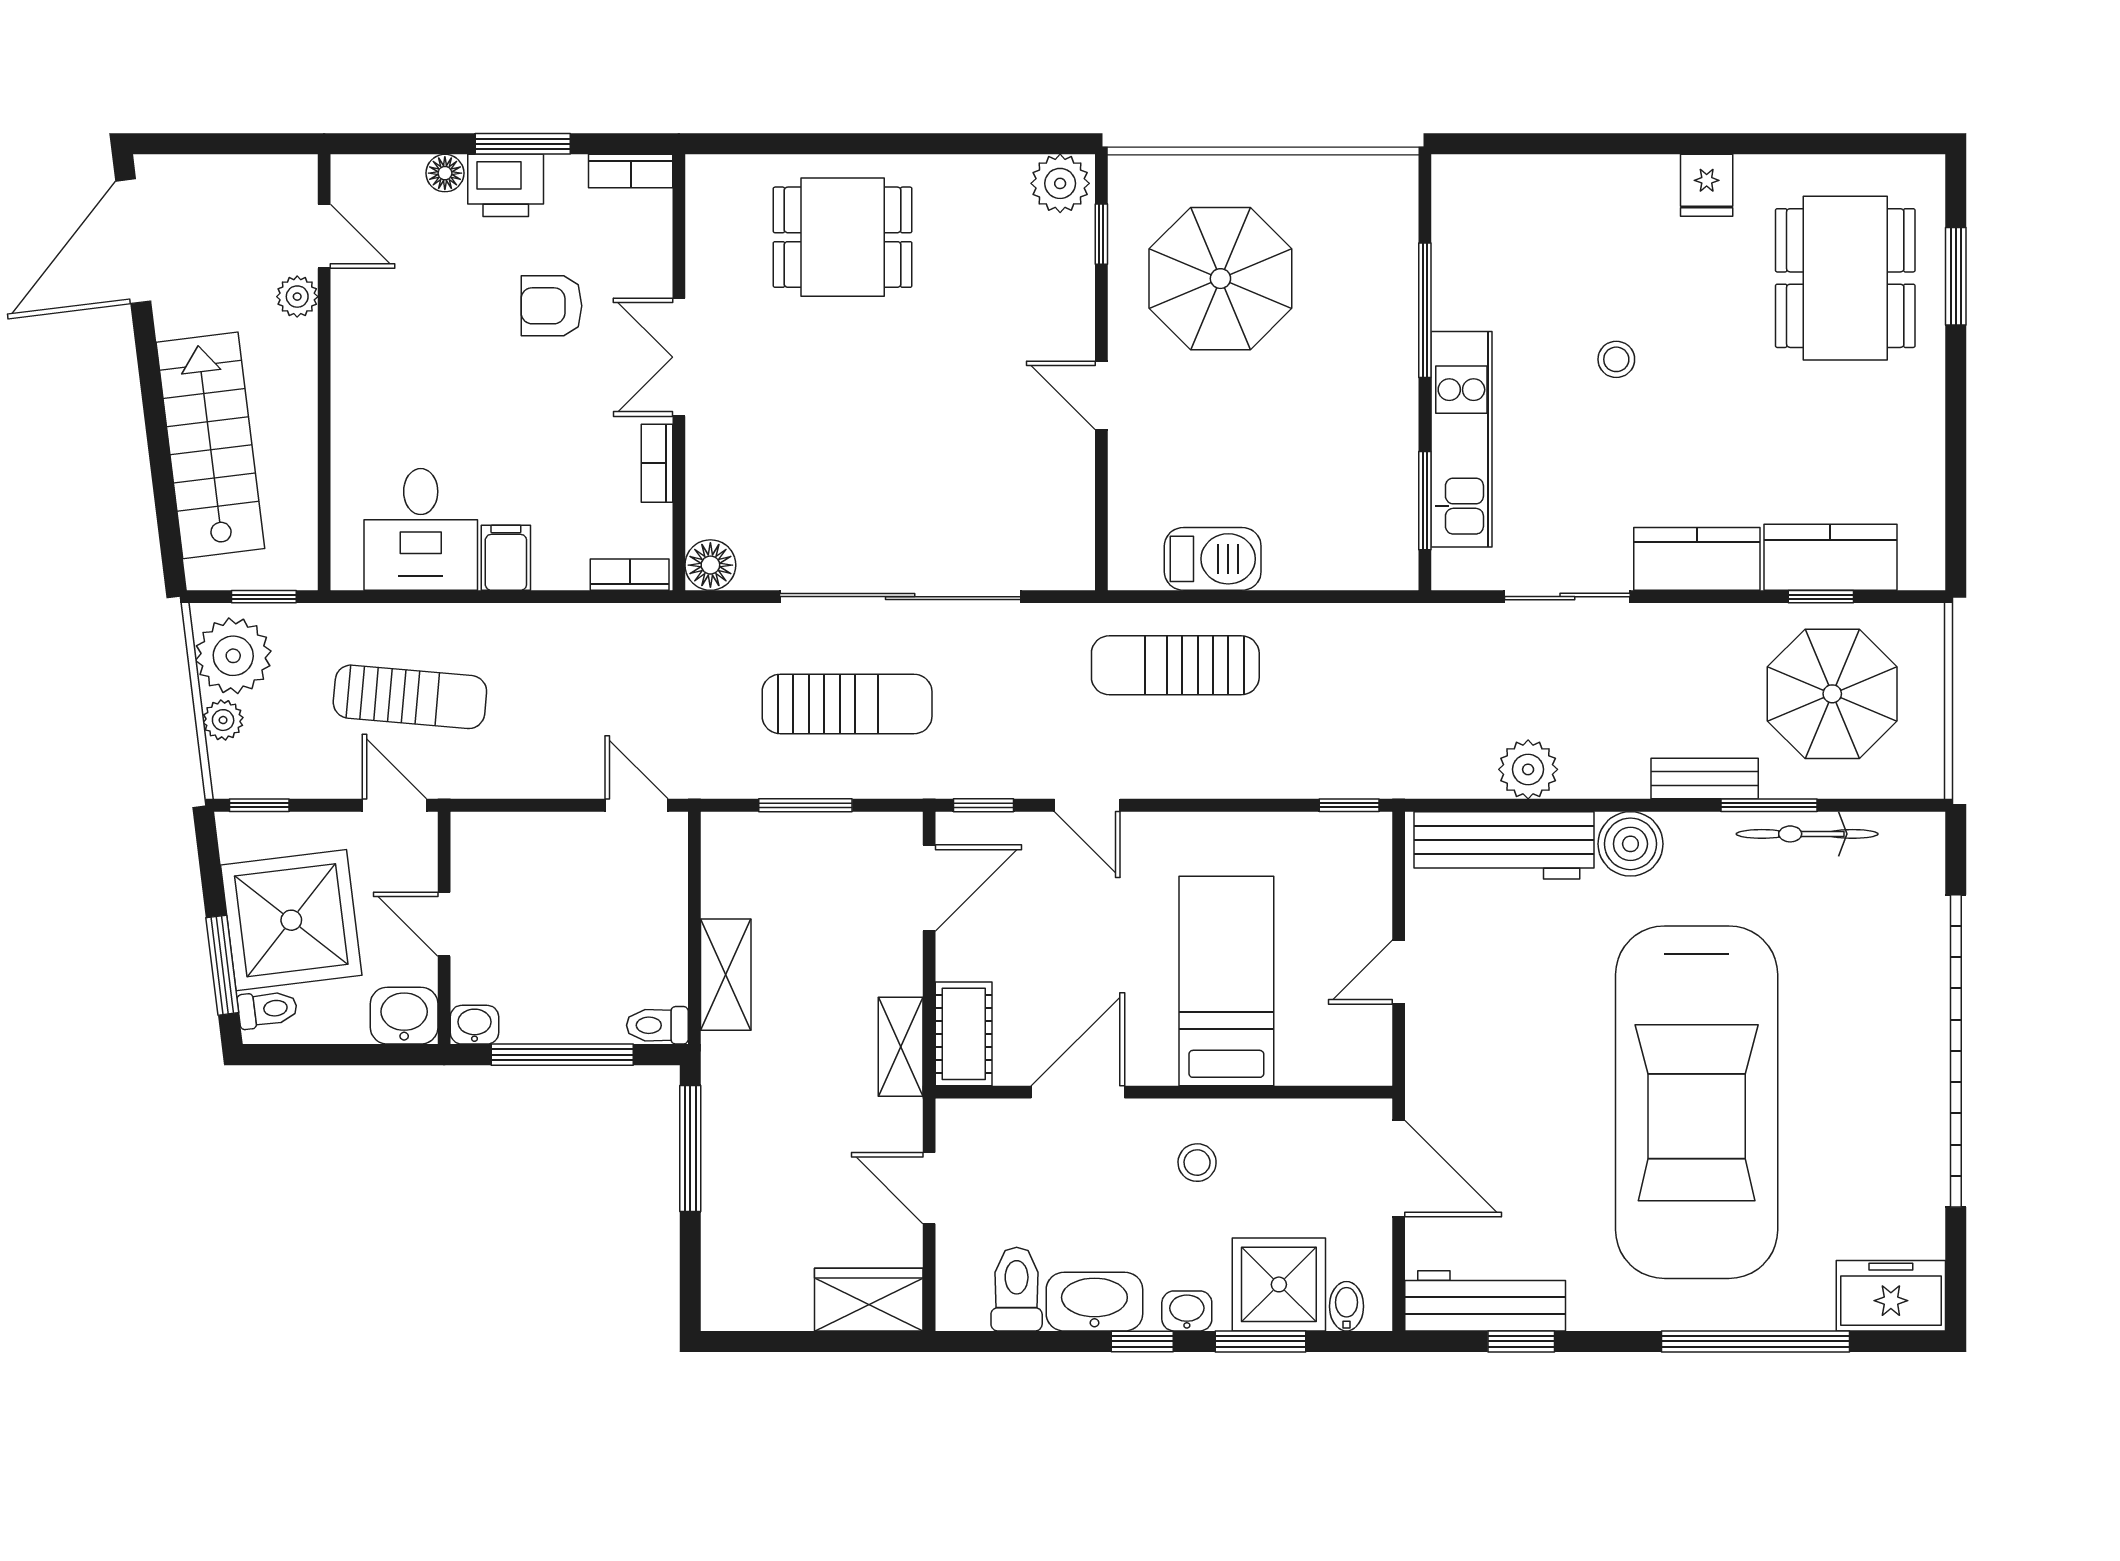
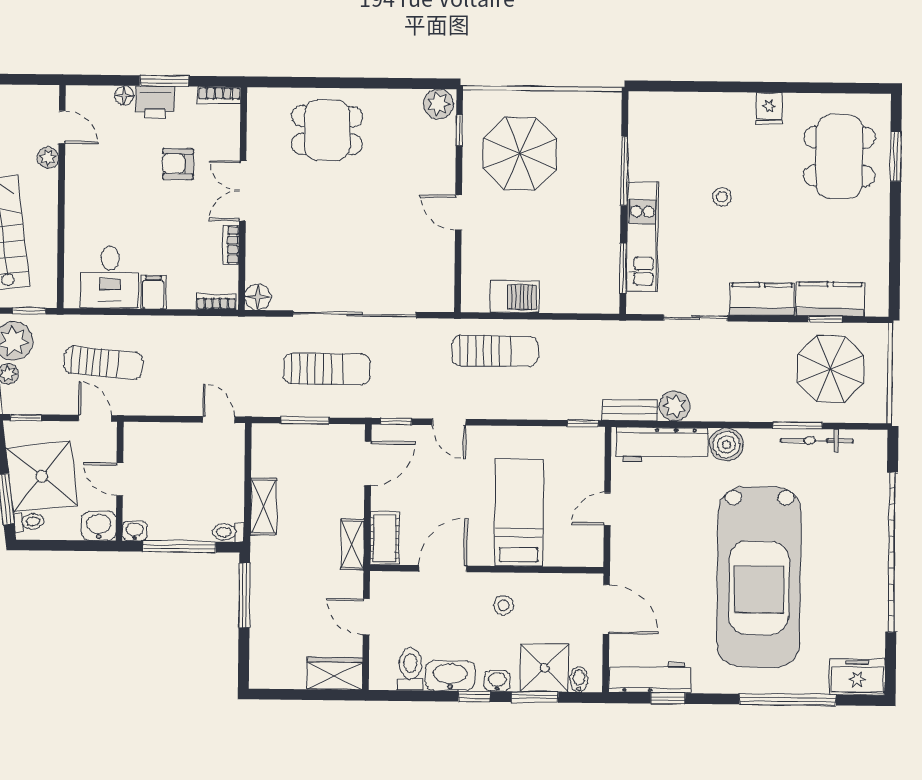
sun lounger: (1175, 665) -> (495, 351), turned 180
bench: (1705, 779) -> (630, 410), moved

